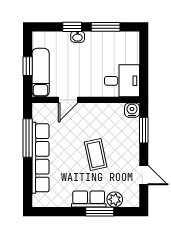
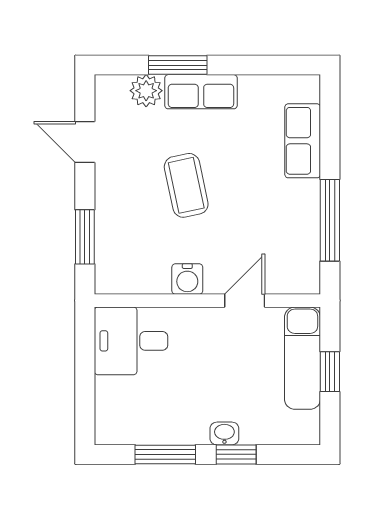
water cooler: (132, 110) -> (187, 279), moved
row of seats: (40, 158) -> (303, 141), width x0.50

